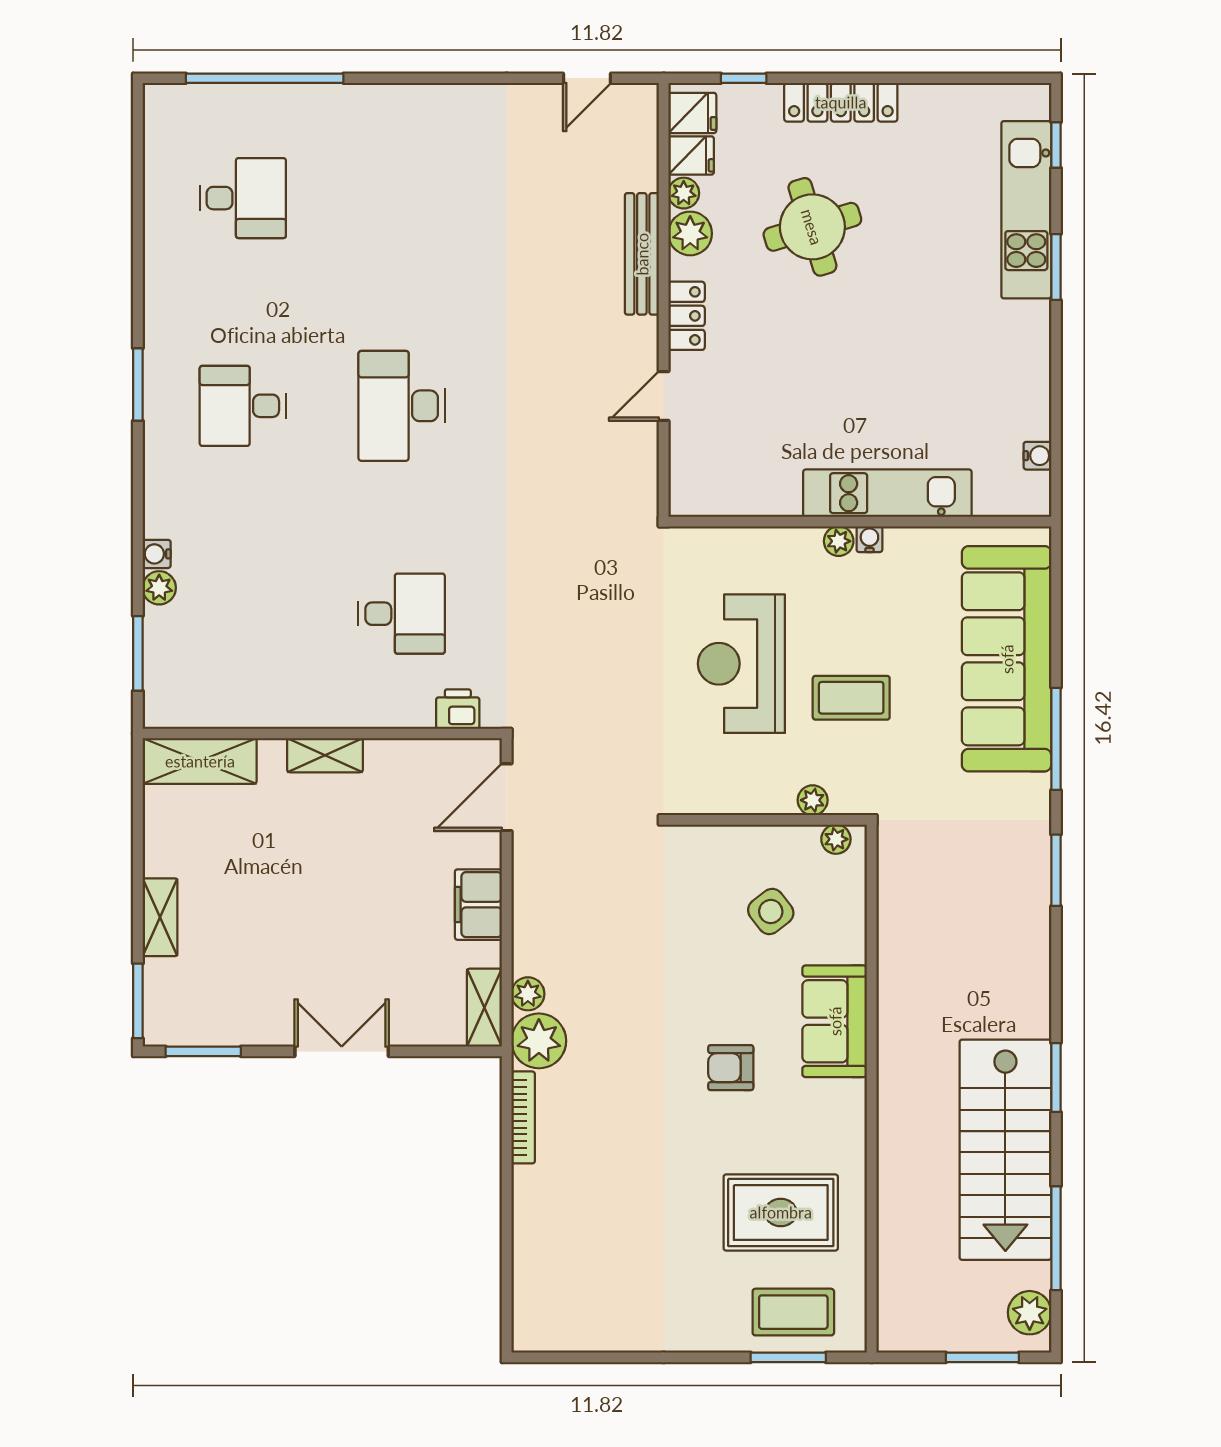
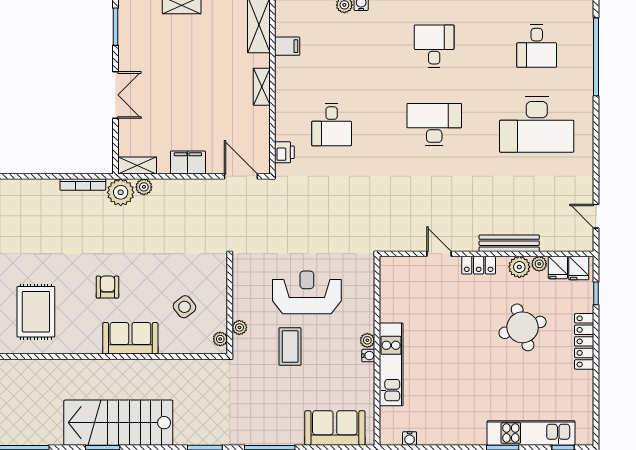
desk: (402, 198) -> (537, 125), added
sofa: (1007, 659) -> (335, 428), width x0.54, depth x0.79
filing cabinet: (243, 704) -> (287, 46), added
stairs: (1005, 1150) -> (118, 423), moved

